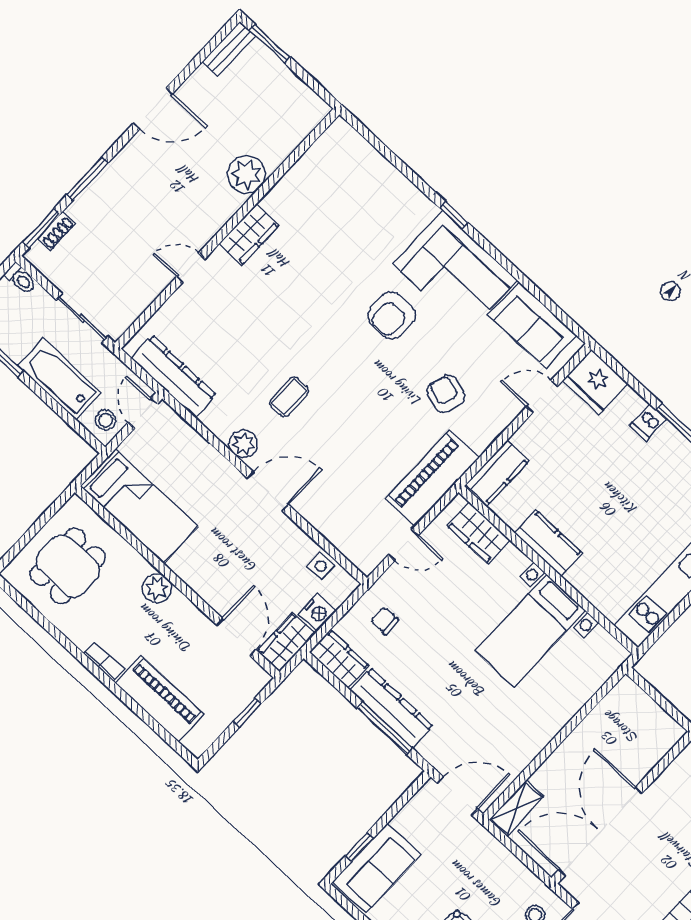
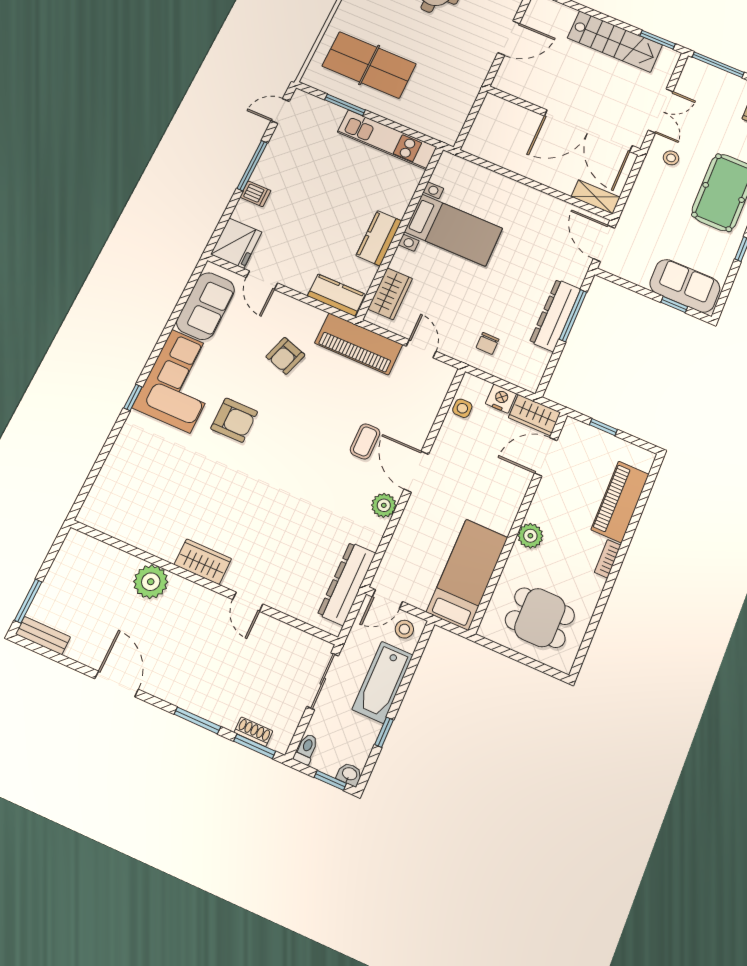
coffee table: (289, 397) -> (365, 441), moved, turned 90
wardrobe: (339, 659) -> (532, 369), removed

